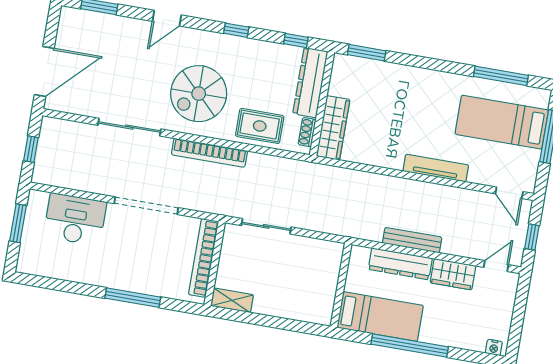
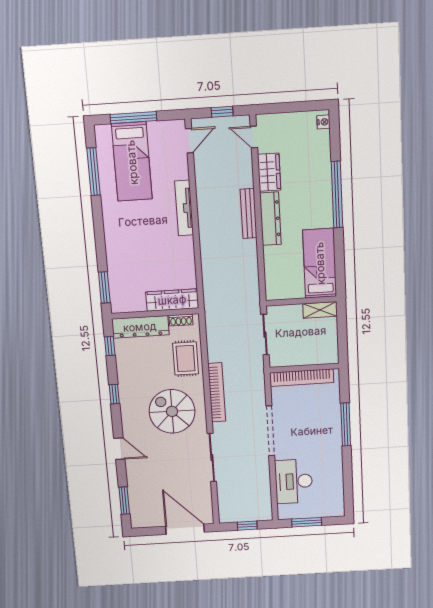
spiral stairs: (199, 94) -> (172, 411), turned 180
wall: (341, 285) -> (301, 301), moved
shelving: (232, 300) -> (320, 310), moved, turned 90
bed: (380, 317) -> (320, 263), moved

